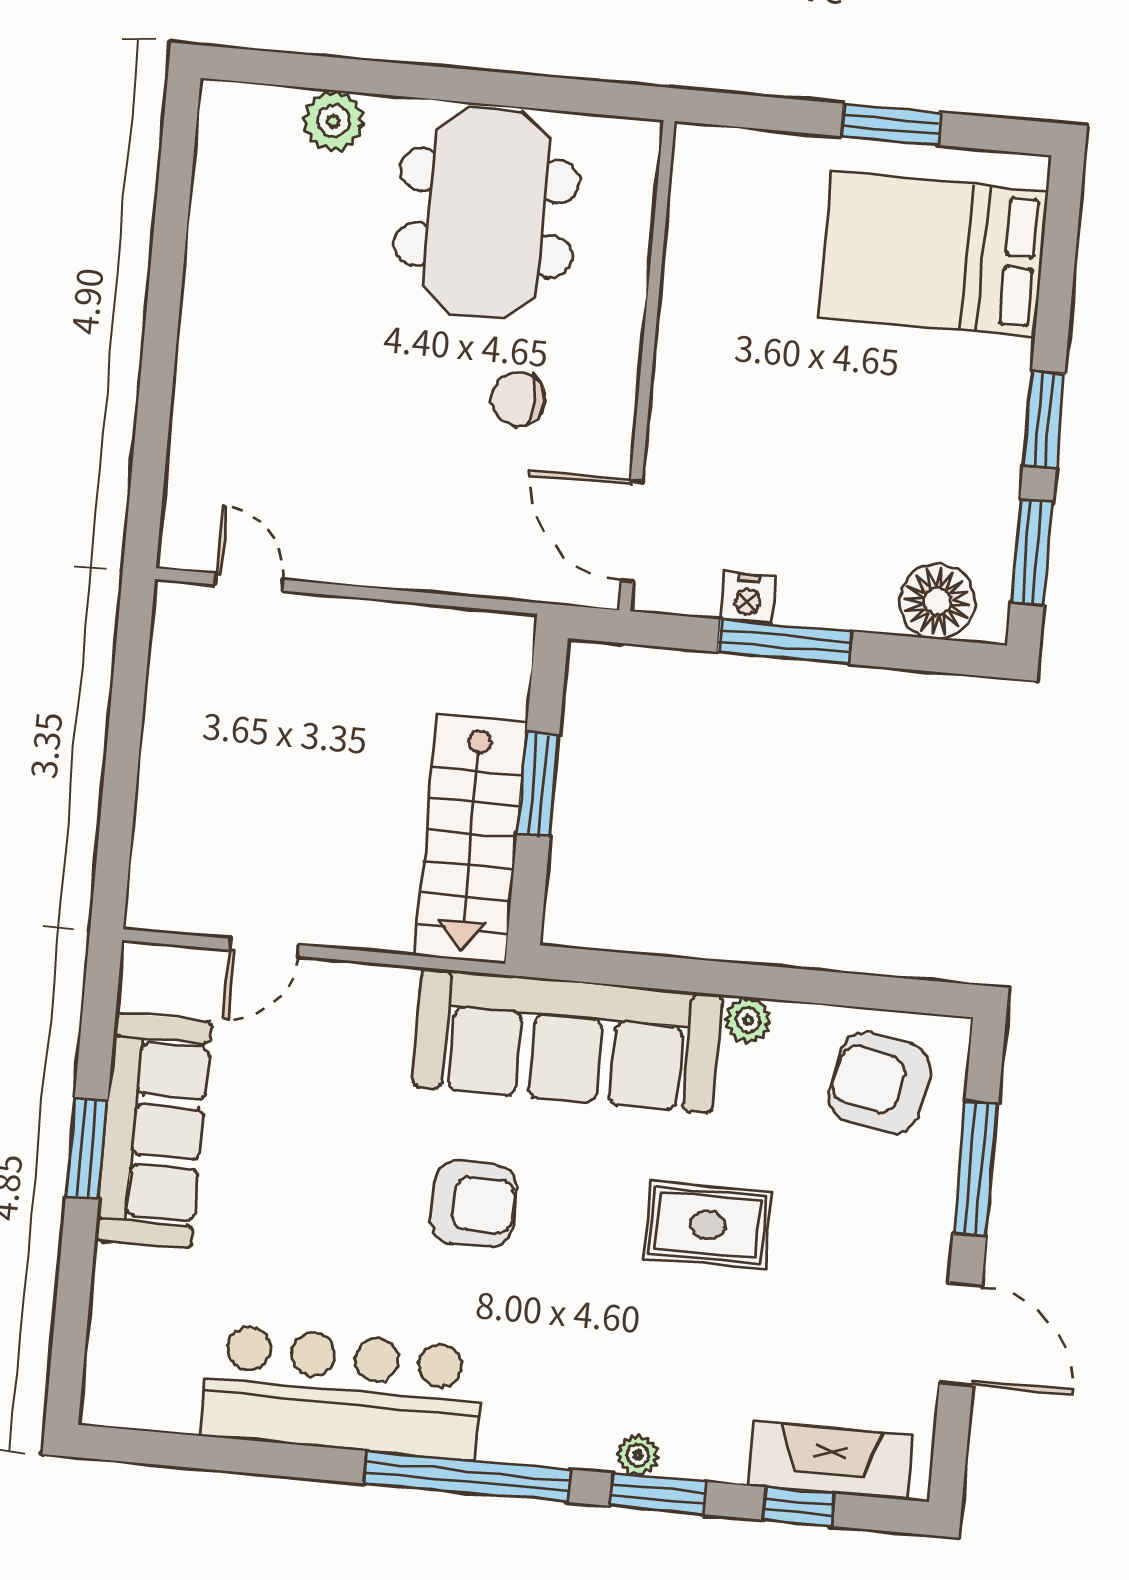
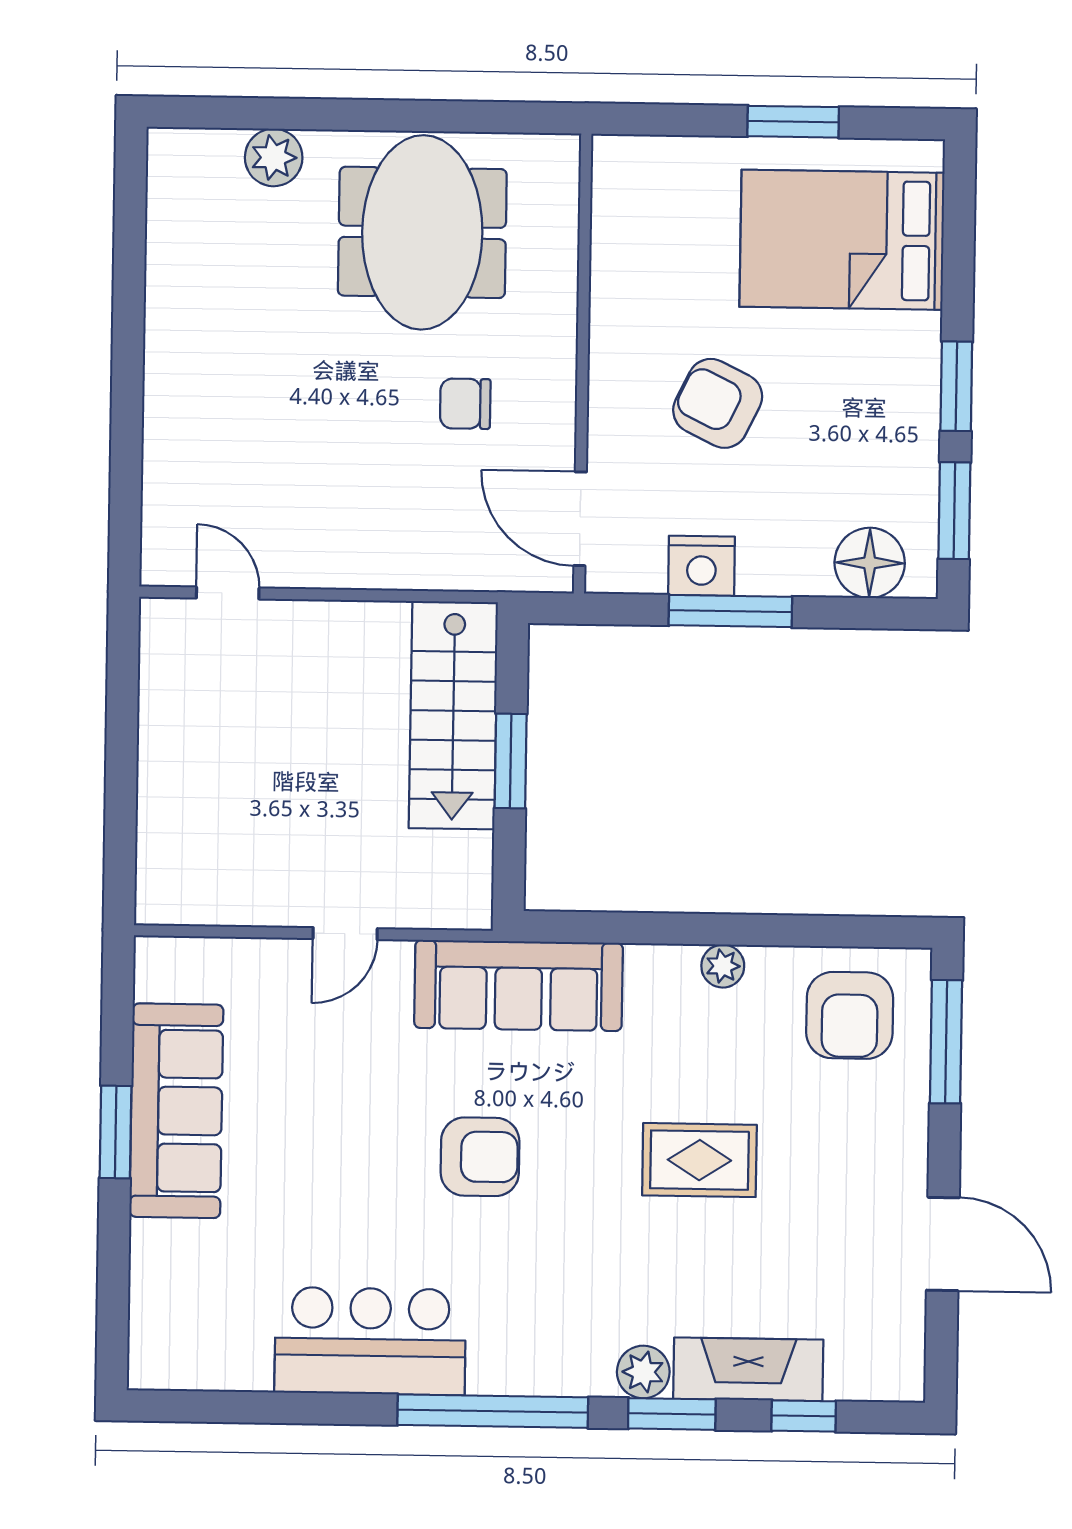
armchair: (788, 419) -> (718, 403), added
nightstand: (747, 598) -> (702, 566), width x1.36, depth x1.33
stairs: (471, 839) -> (453, 715), moved
door: (264, 947) -> (345, 934), moved
sofa: (567, 1041) -> (519, 985), width x0.74, depth x0.79
armchair: (880, 1083) -> (850, 1015), turned -101
window: (976, 1169) -> (946, 1042), moved
bar counter: (342, 1392) -> (370, 1341), width x0.73
plant: (638, 1455) -> (643, 1372), width x1.38, depth x1.38
fireplace: (830, 1460) -> (748, 1369), moved

